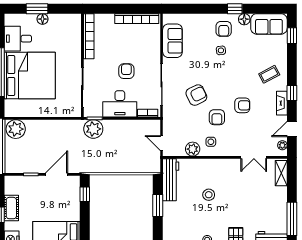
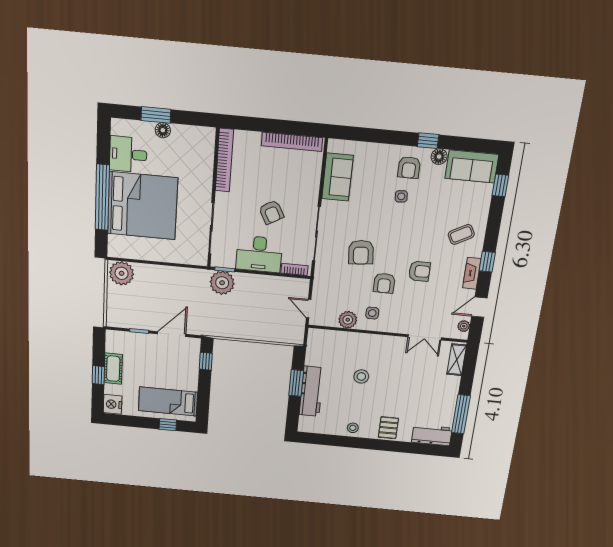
armchair: (126, 71) -> (271, 212), turned 151
armchair: (196, 95) -> (361, 252), turned 111
workbench: (171, 180) -> (311, 391), moved

